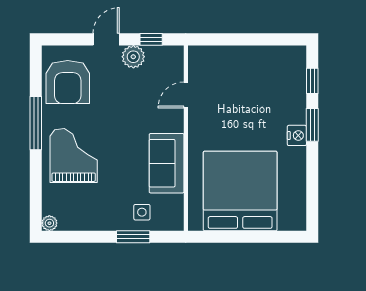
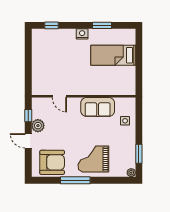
window: (312, 125) -> (102, 25), moved
bed: (240, 191) -> (113, 55), width x0.49
window: (133, 237) -> (139, 154), moved

